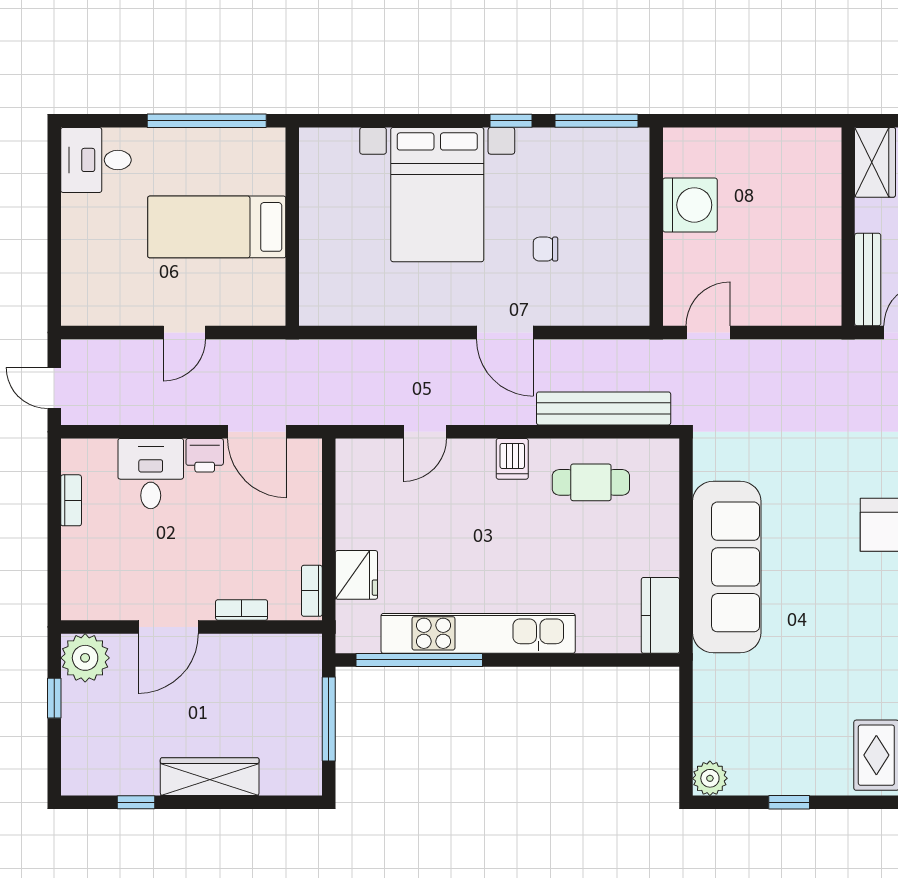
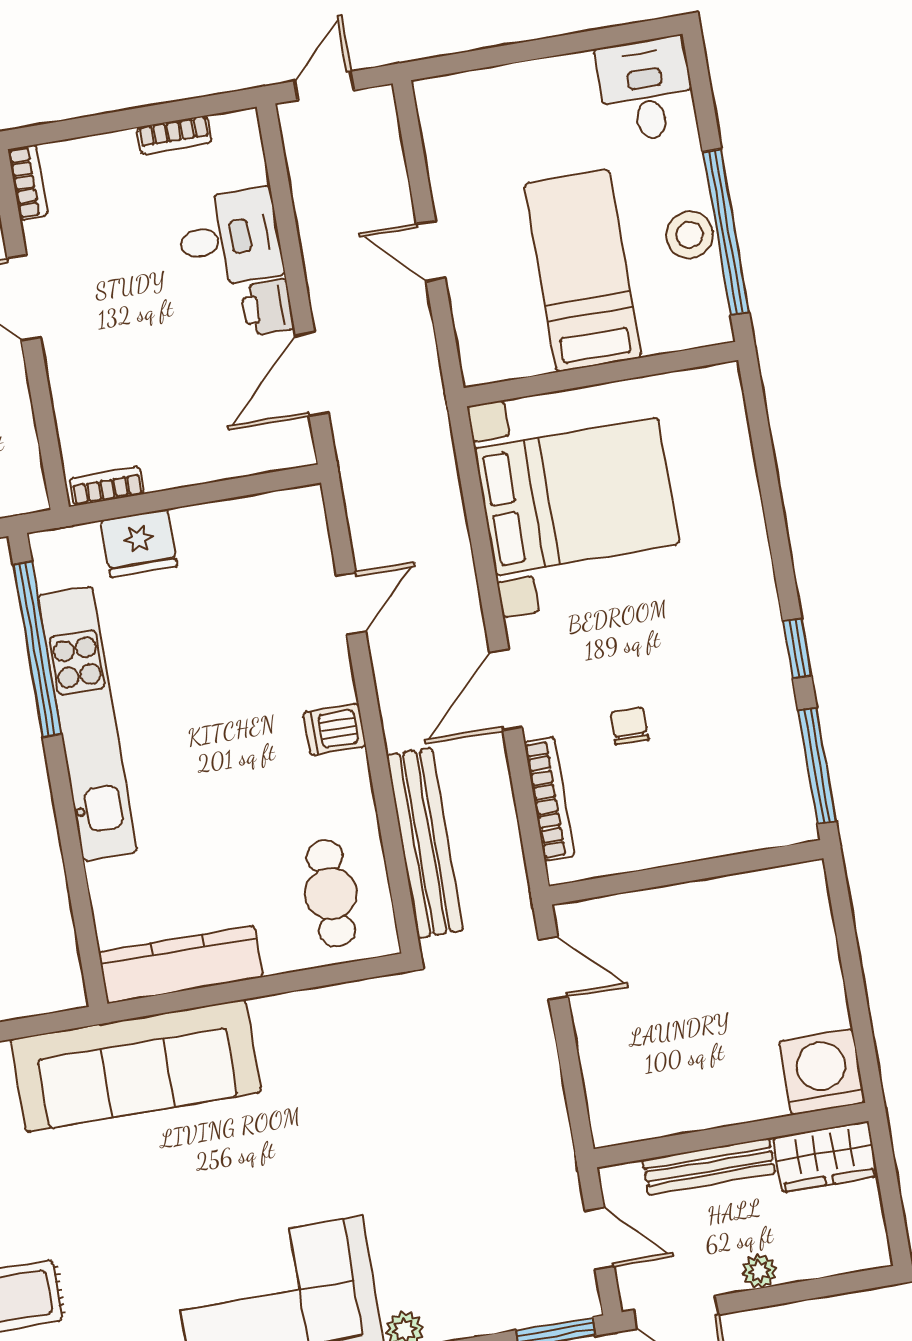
stool: (204, 147) -> (690, 235), added
bed with nightstands: (437, 195) -> (577, 496), moved, turned 180
washing machine: (690, 205) -> (822, 1072), moved, turned 180
bench: (868, 280) -> (709, 1166), moved
bookcase: (588, 315) -> (549, 799), added
door: (425, 432) -> (351, 603), swing flipped
cafe table: (591, 482) -> (331, 894), moved
sofa: (727, 567) -> (136, 1066), moved
bookcase: (242, 610) -> (28, 182), moved
kitchen counter: (660, 615) -> (181, 965), width x1.50

